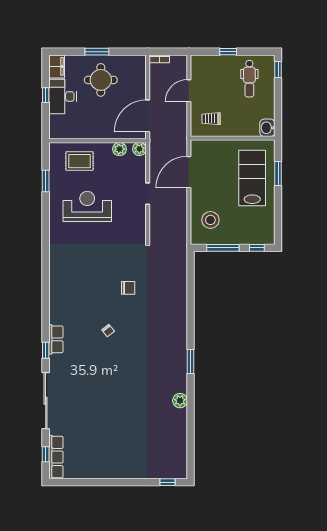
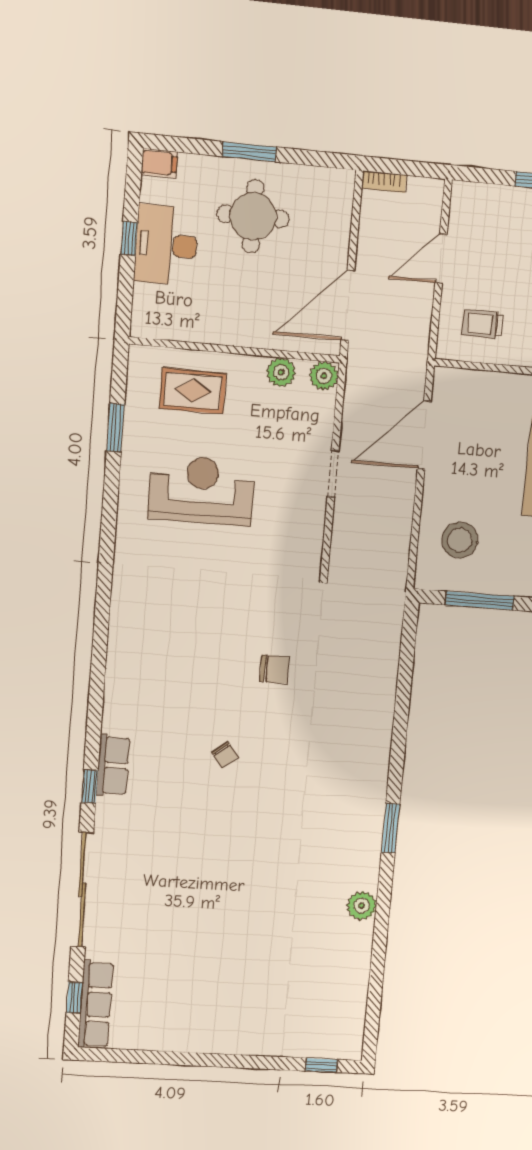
filing cabinet: (57, 66) -> (159, 163), width x0.50

